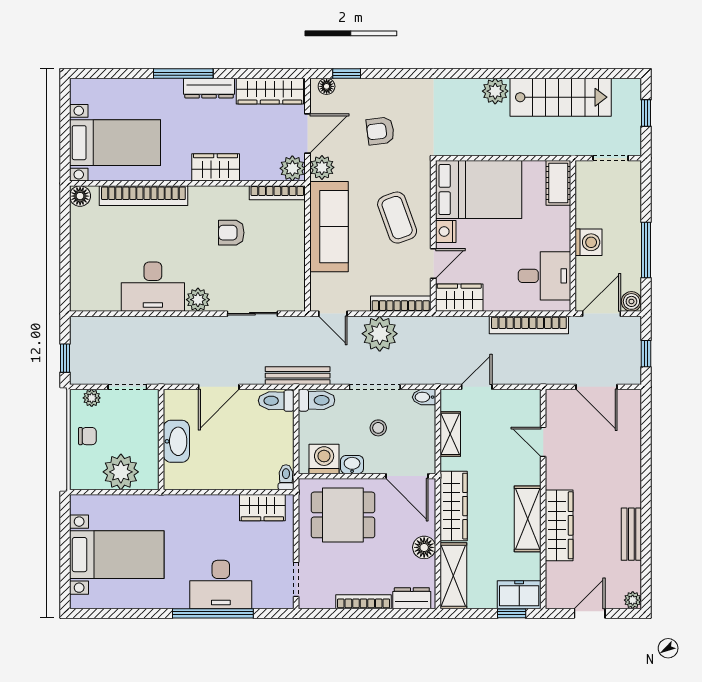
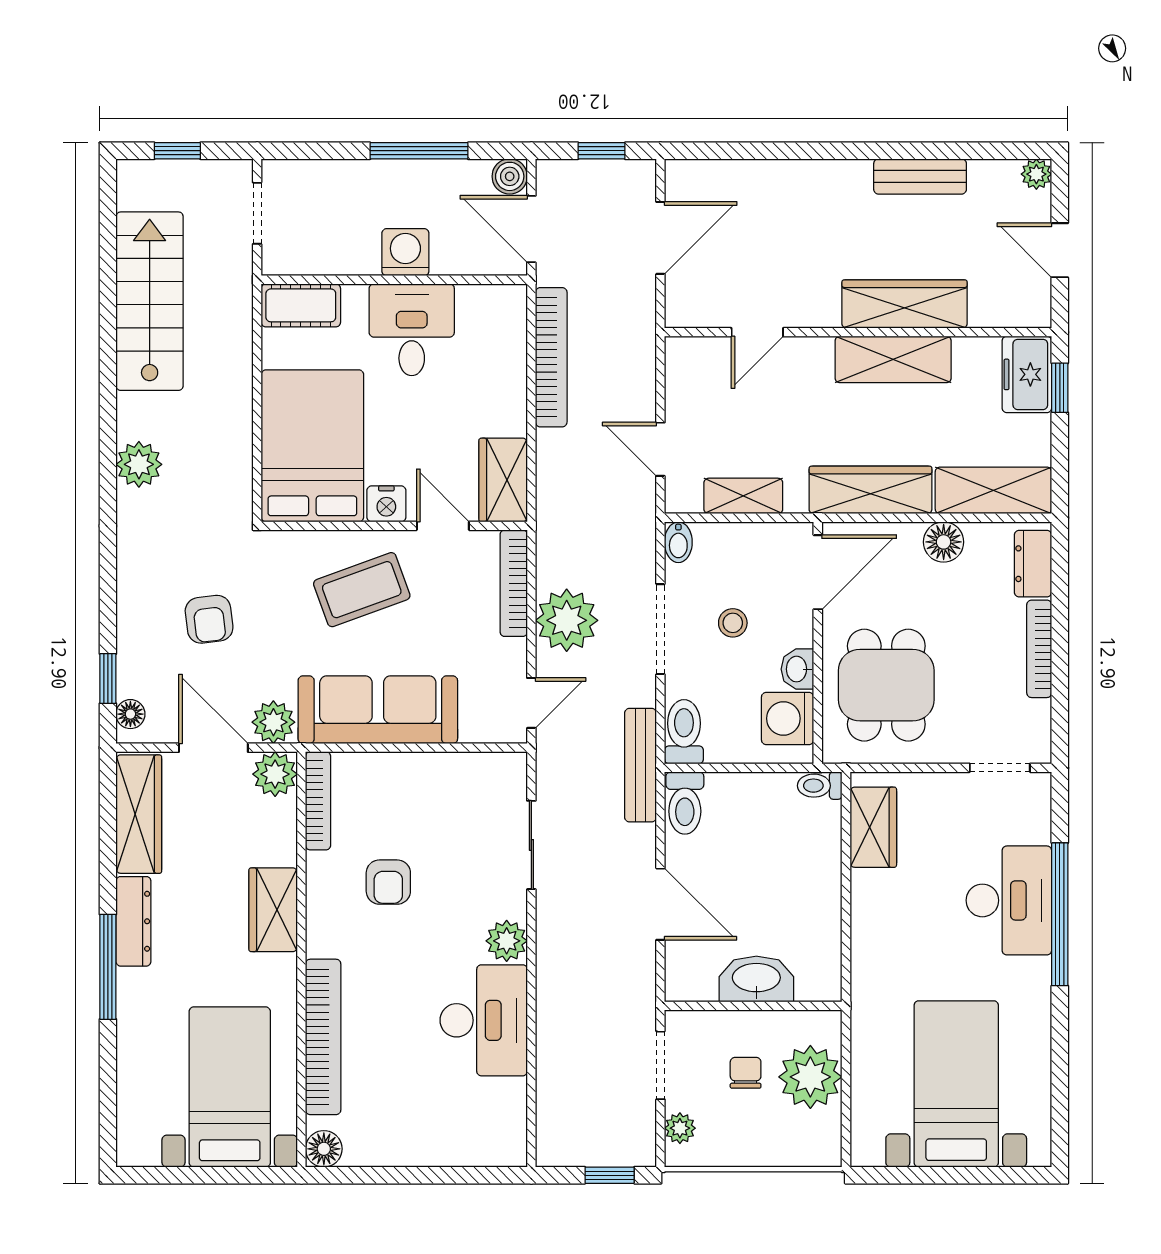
plant: (495, 91) -> (139, 464), moved
desk: (544, 276) -> (412, 330), moved
chair: (87, 436) -> (746, 1073), moved

